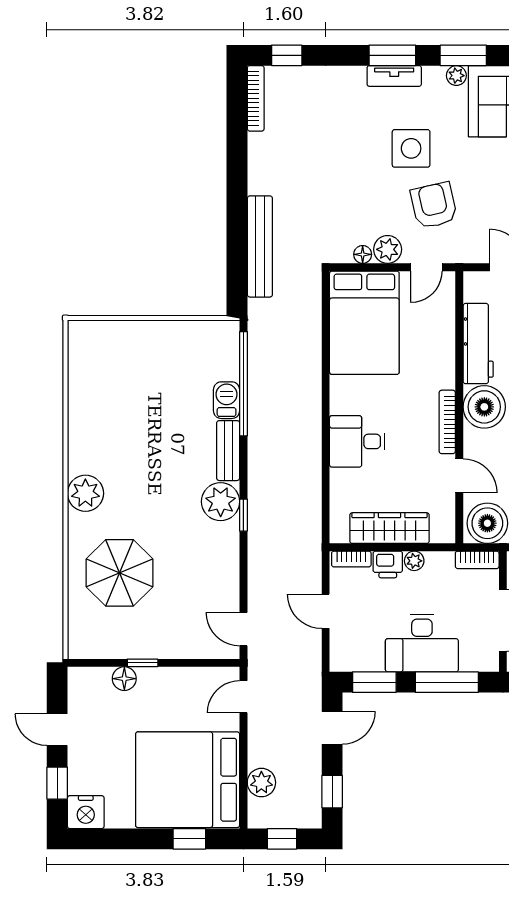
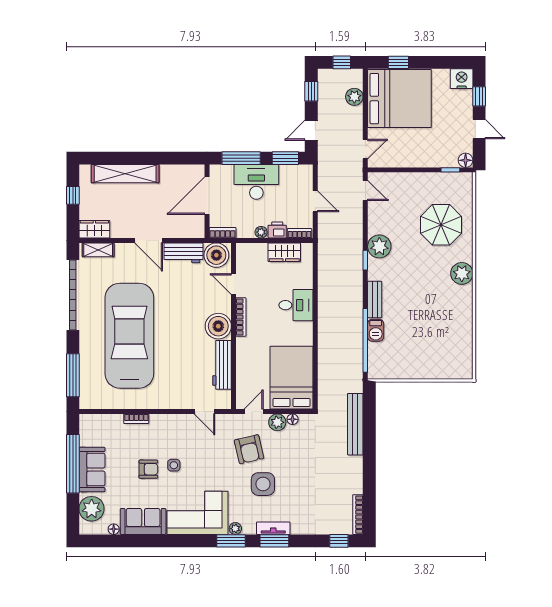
plant: (221, 502) -> (379, 246), moved
wardrobe: (389, 528) -> (284, 252), width x0.67
window: (143, 663) -> (450, 170), moved
floor lamp: (124, 679) -> (466, 160), moved

